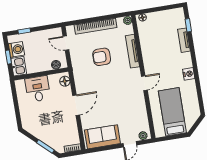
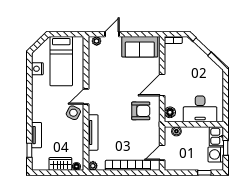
wardrobe: (158, 17) -> (60, 164), added
door: (66, 43) -> (162, 153), swing flipped
armchair: (102, 57) -> (141, 111), moved
side table: (153, 66) -> (73, 113), added
nightstand: (189, 74) -> (37, 69), moved
desk: (38, 89) -> (200, 109), width x1.37

